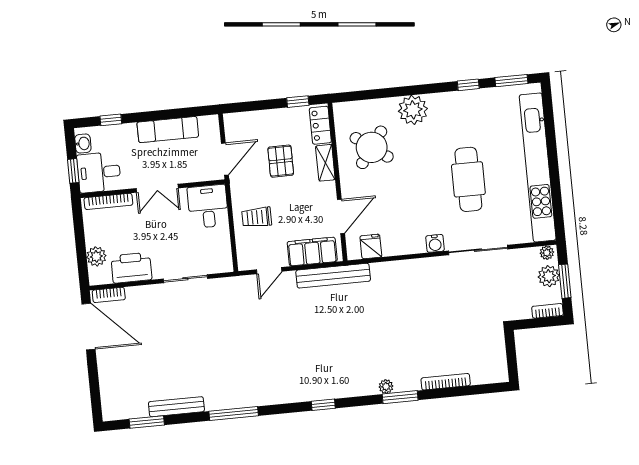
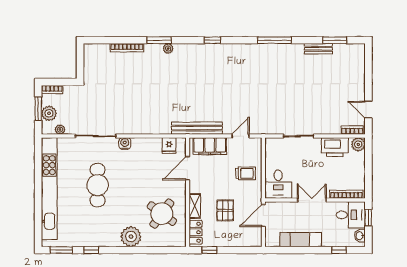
plant: (547, 253) -> (60, 130), moved
plant: (96, 256) -> (358, 144), moved
door: (88, 327) -> (368, 110), width x0.53
bench: (176, 407) -> (318, 49), width x0.73

